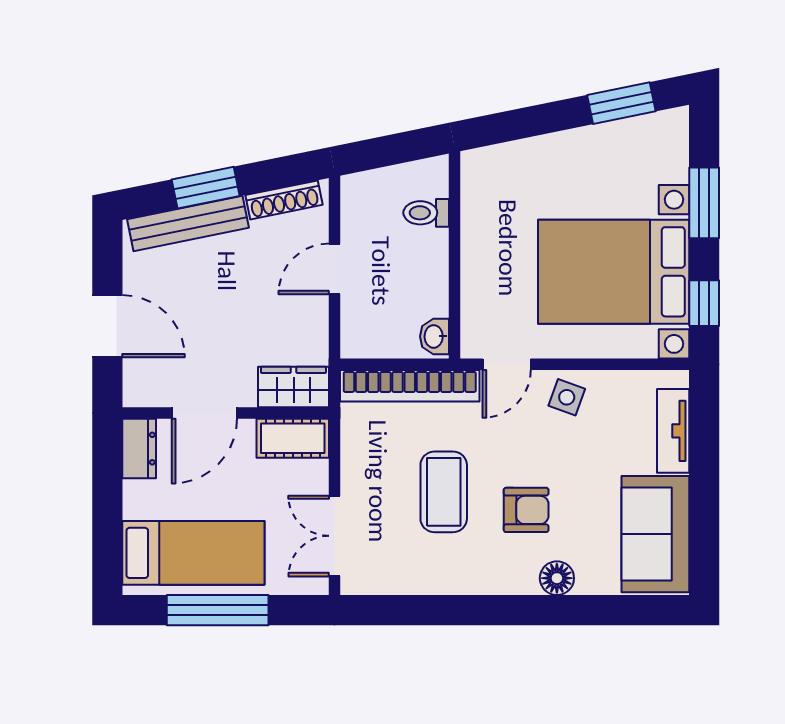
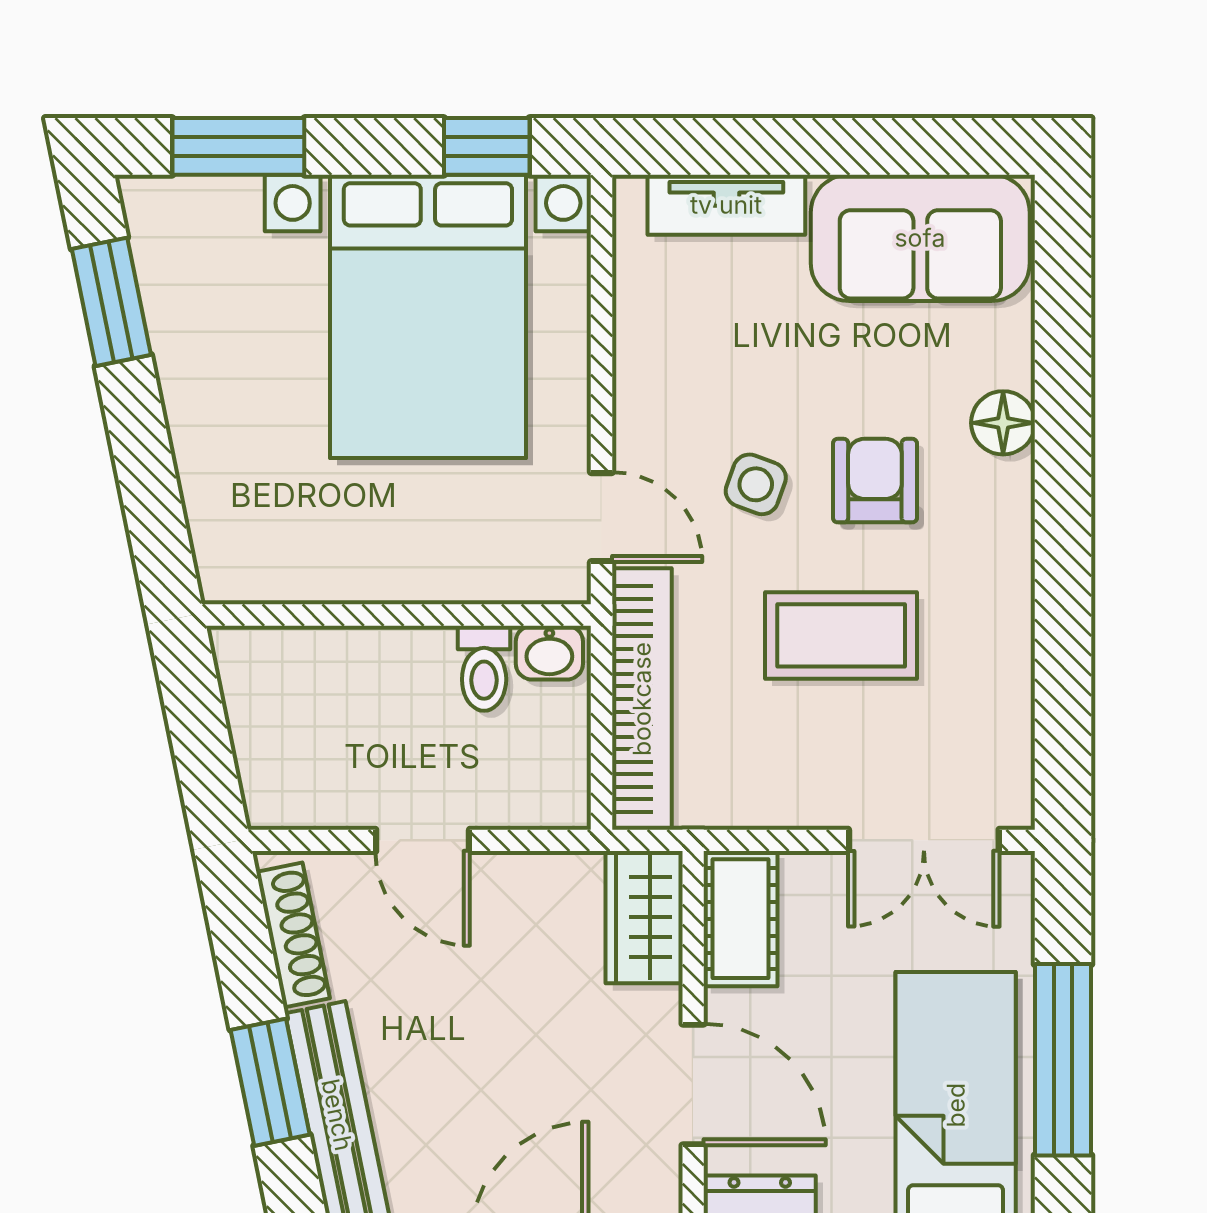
window: (704, 203) -> (238, 146), moved
toilet: (426, 213) -> (484, 668), moved
side table: (567, 397) -> (756, 484), moved

